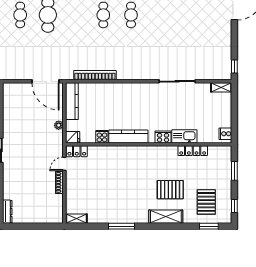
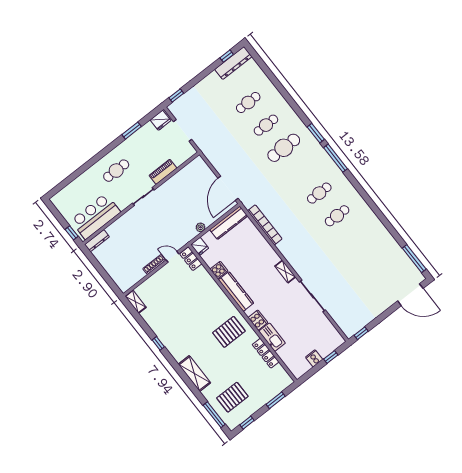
shelving: (221, 87) -> (285, 271), moved
window: (234, 104) -> (331, 357), added
cooker: (225, 134) -> (314, 358), moved
pallet: (170, 190) -> (229, 332), moved, turned 90
window: (121, 226) -> (158, 343), width x0.46
window: (209, 226) -> (214, 415), width x1.44

